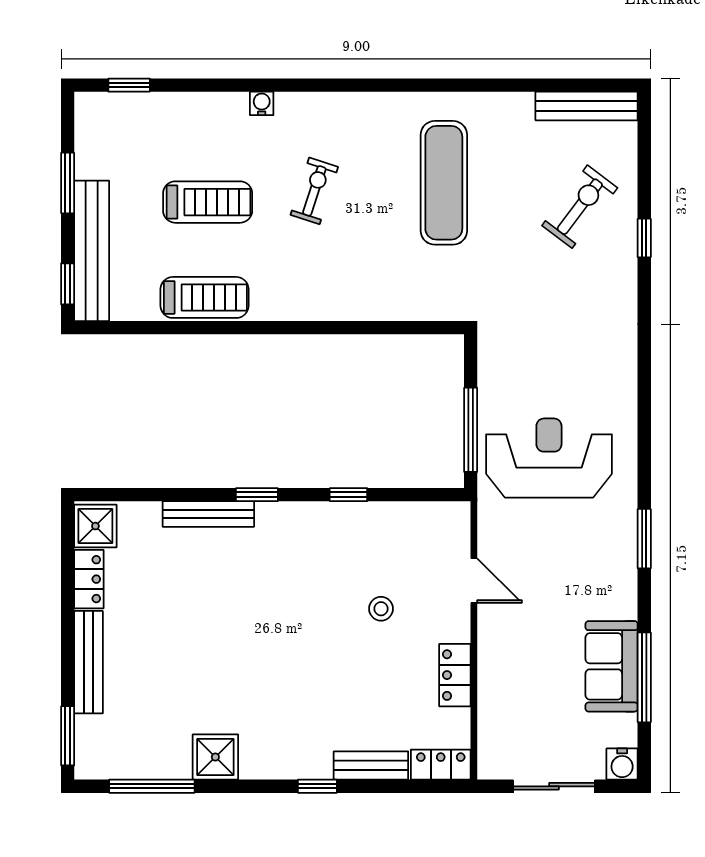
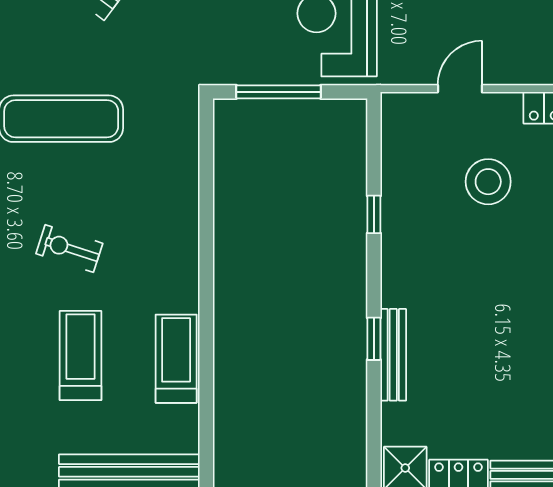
window: (471, 430) -> (279, 92), moved
window: (257, 495) -> (374, 339), moved
stool: (381, 609) -> (488, 182), width x1.89, depth x1.89

